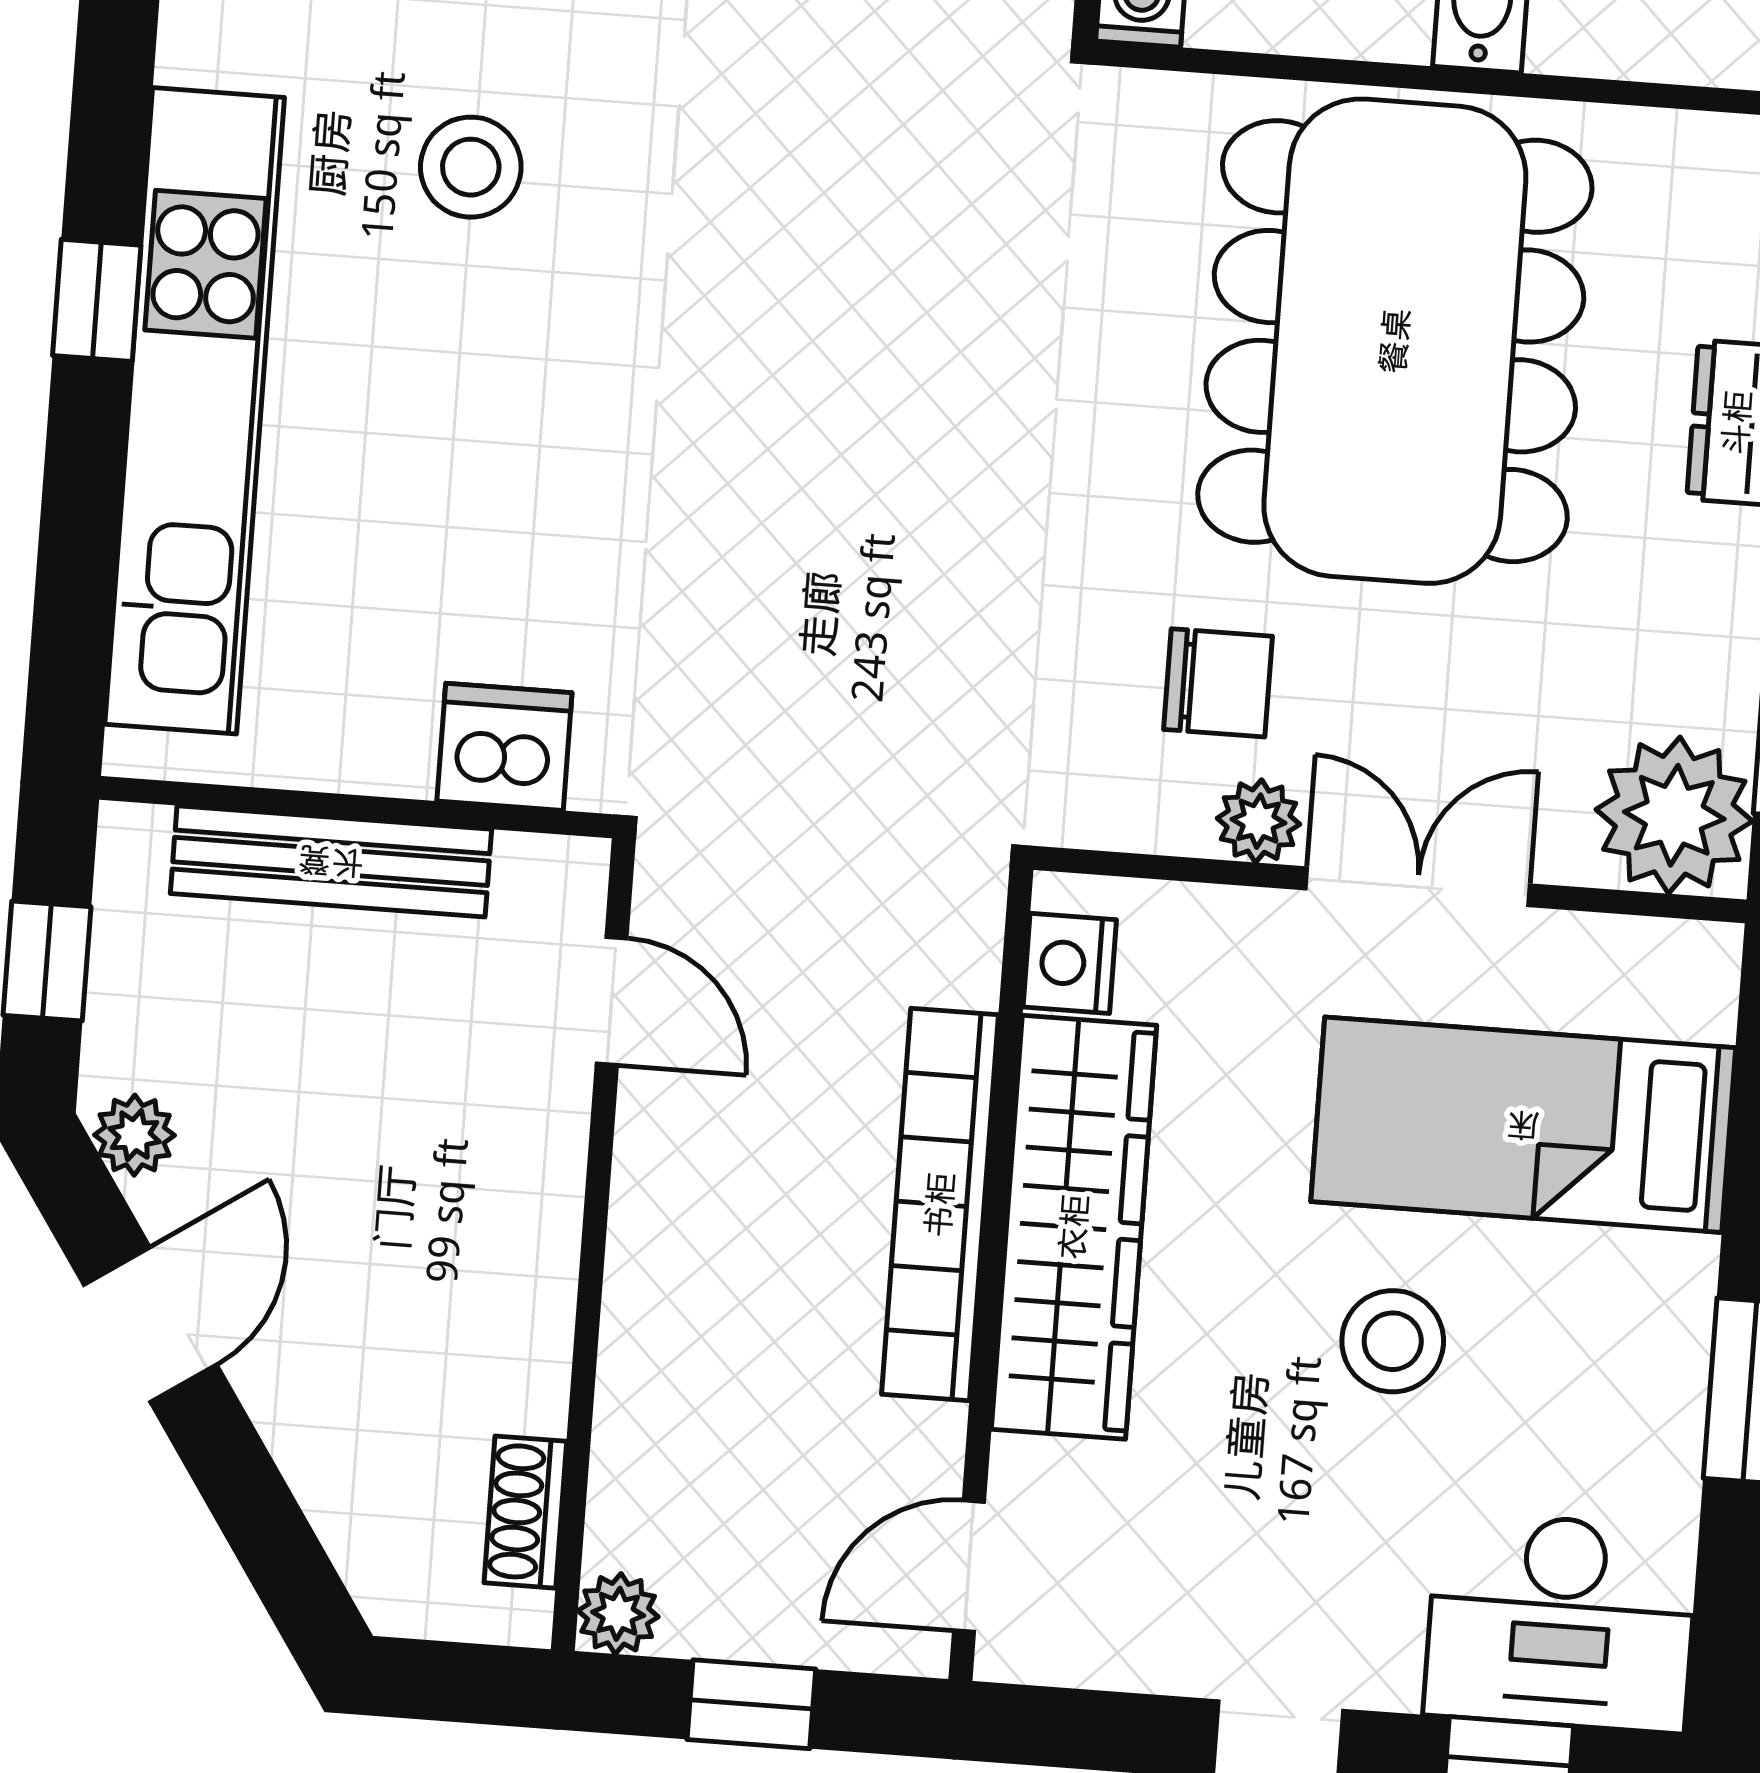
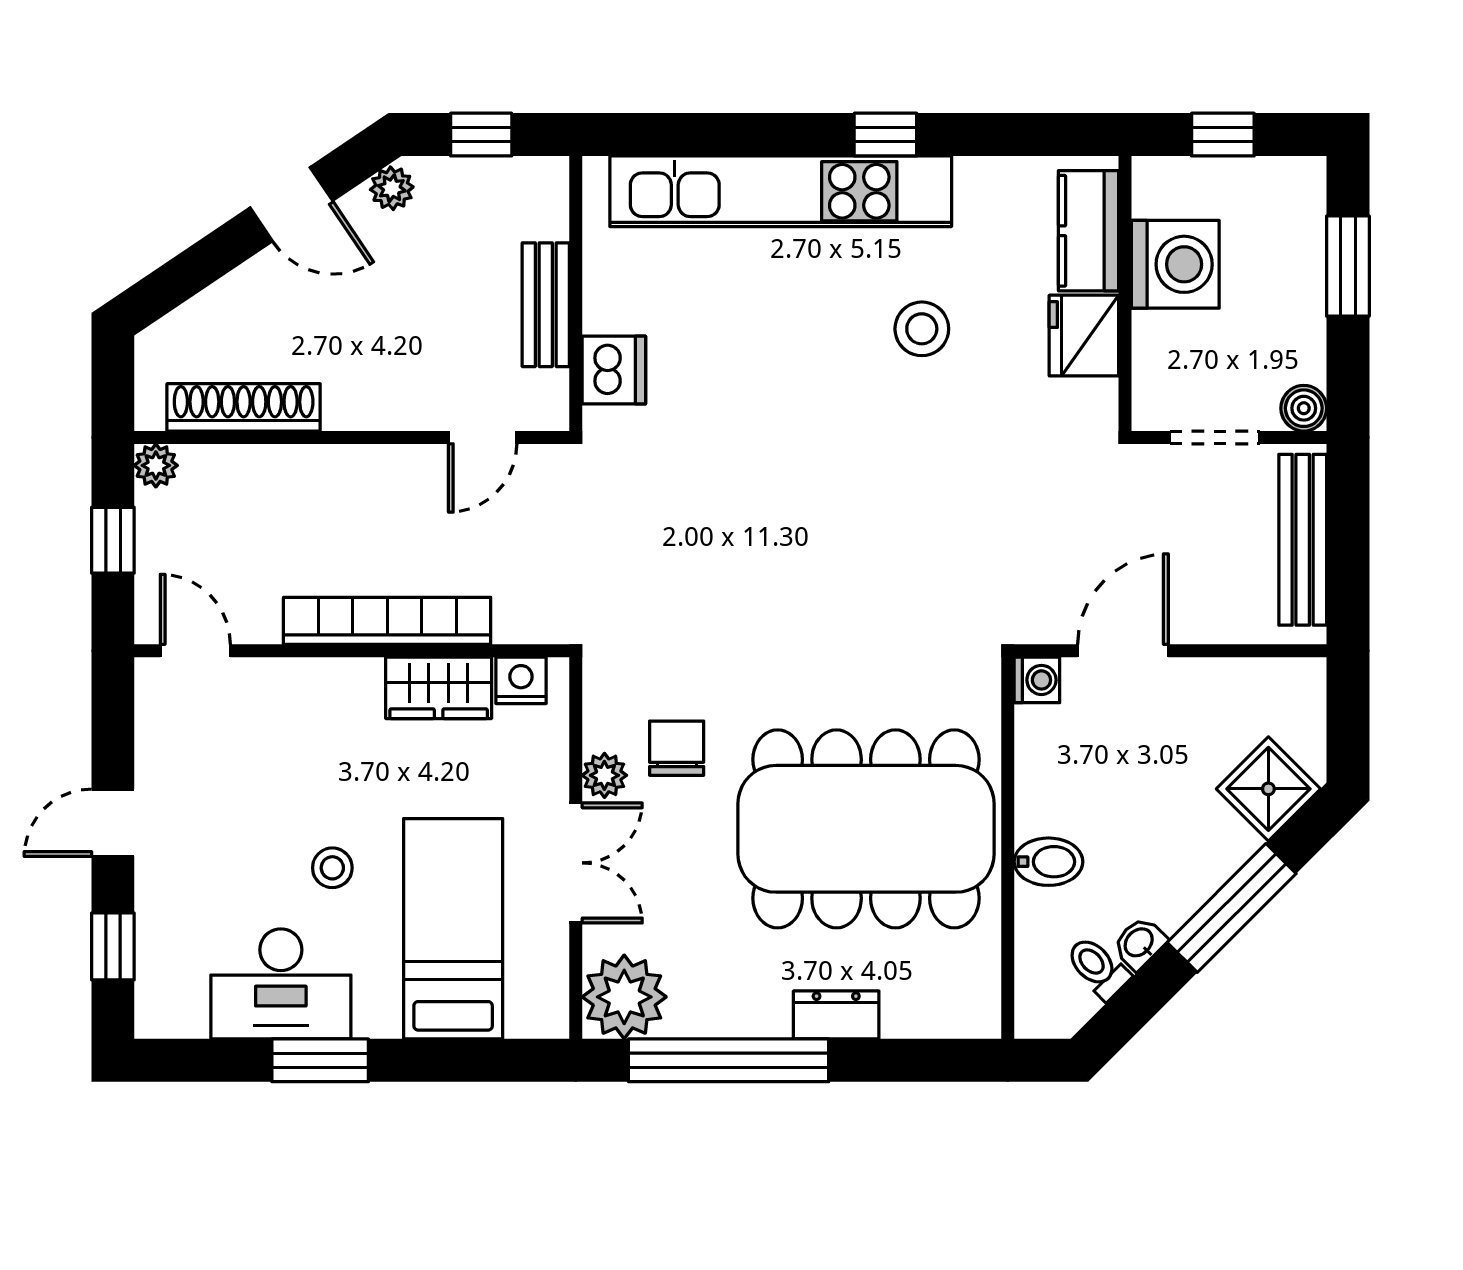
window: (97, 300) -> (885, 135), moved
chair: (1218, 683) -> (677, 748), turned 180
bench: (331, 861) -> (546, 305), width x0.73
wardrobe: (1074, 1227) -> (439, 688), width x0.48, depth x0.85
stool: (1393, 1341) -> (332, 868), width x0.73, depth x0.73
shoe rack: (525, 1512) -> (244, 407), width x1.94, depth x1.24
desk: (1561, 1622) -> (281, 984), moved, turned -90

